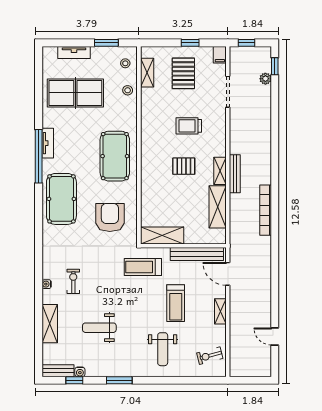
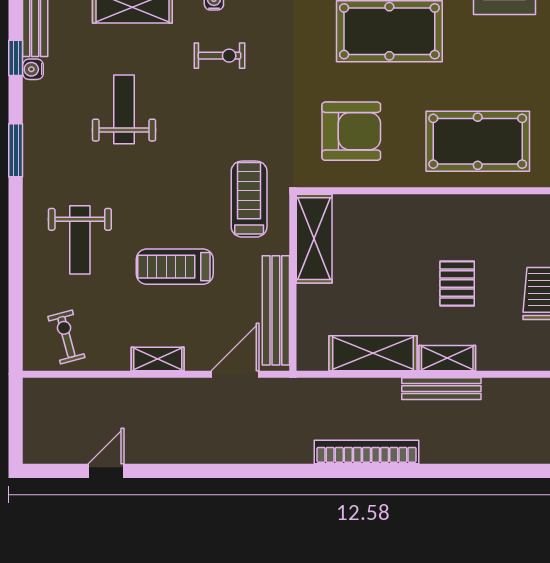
weight bench: (163, 349) -> (80, 240), turned -90

